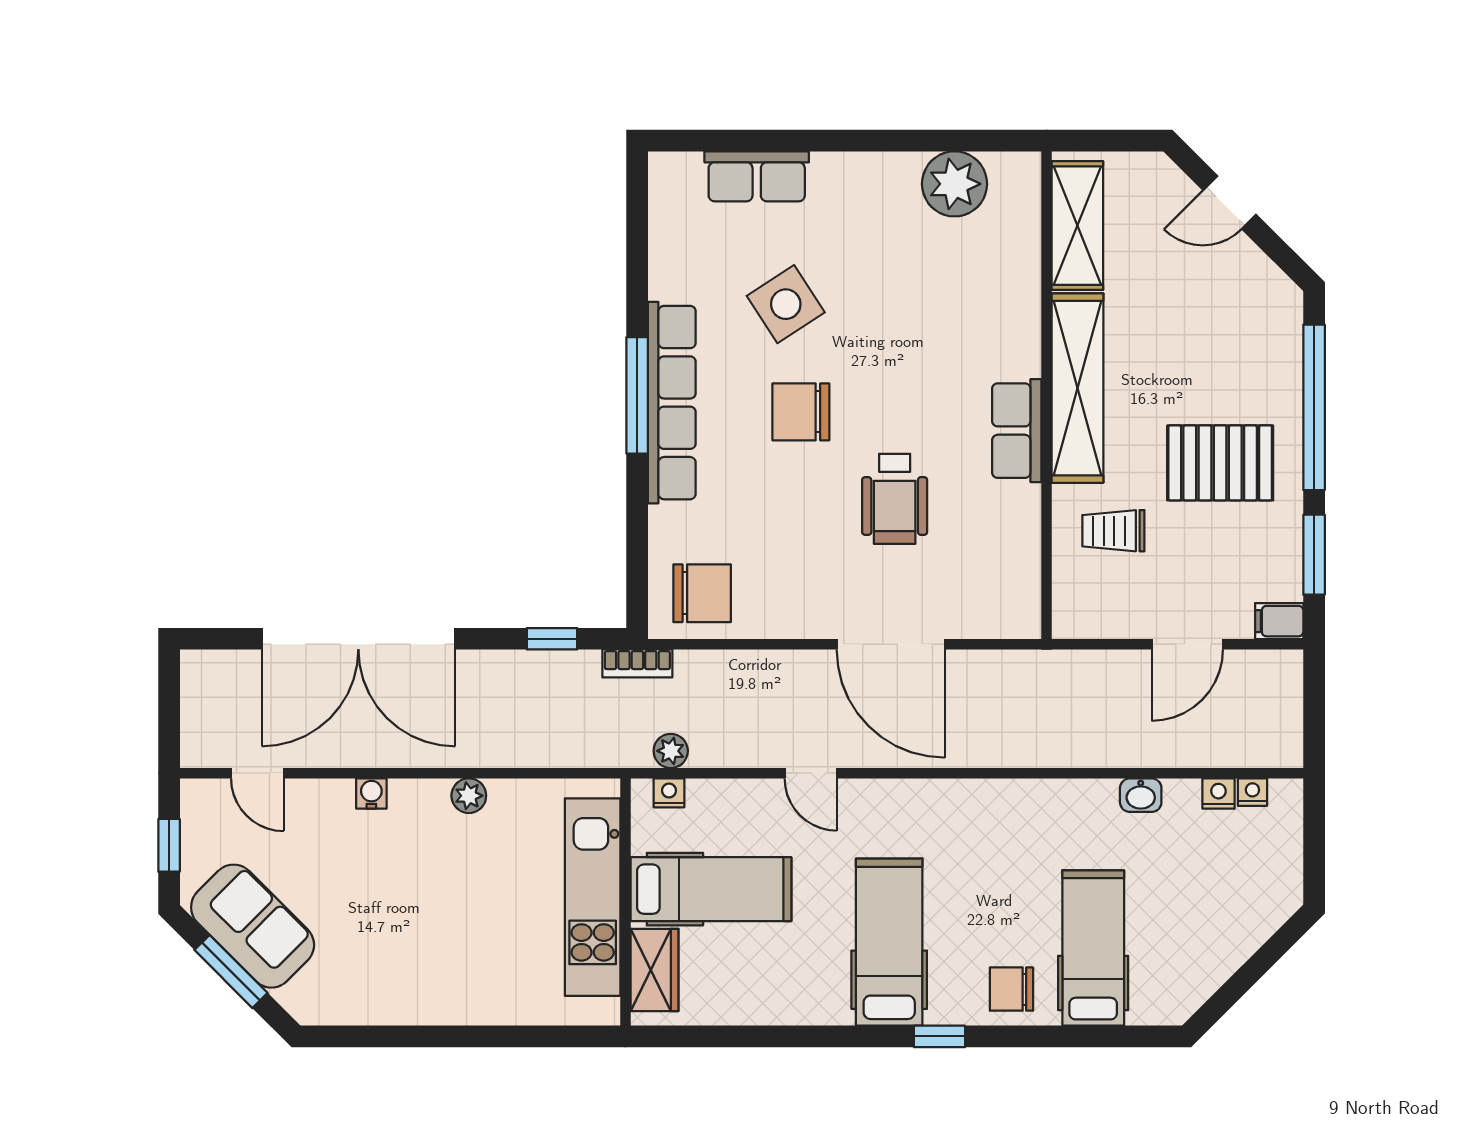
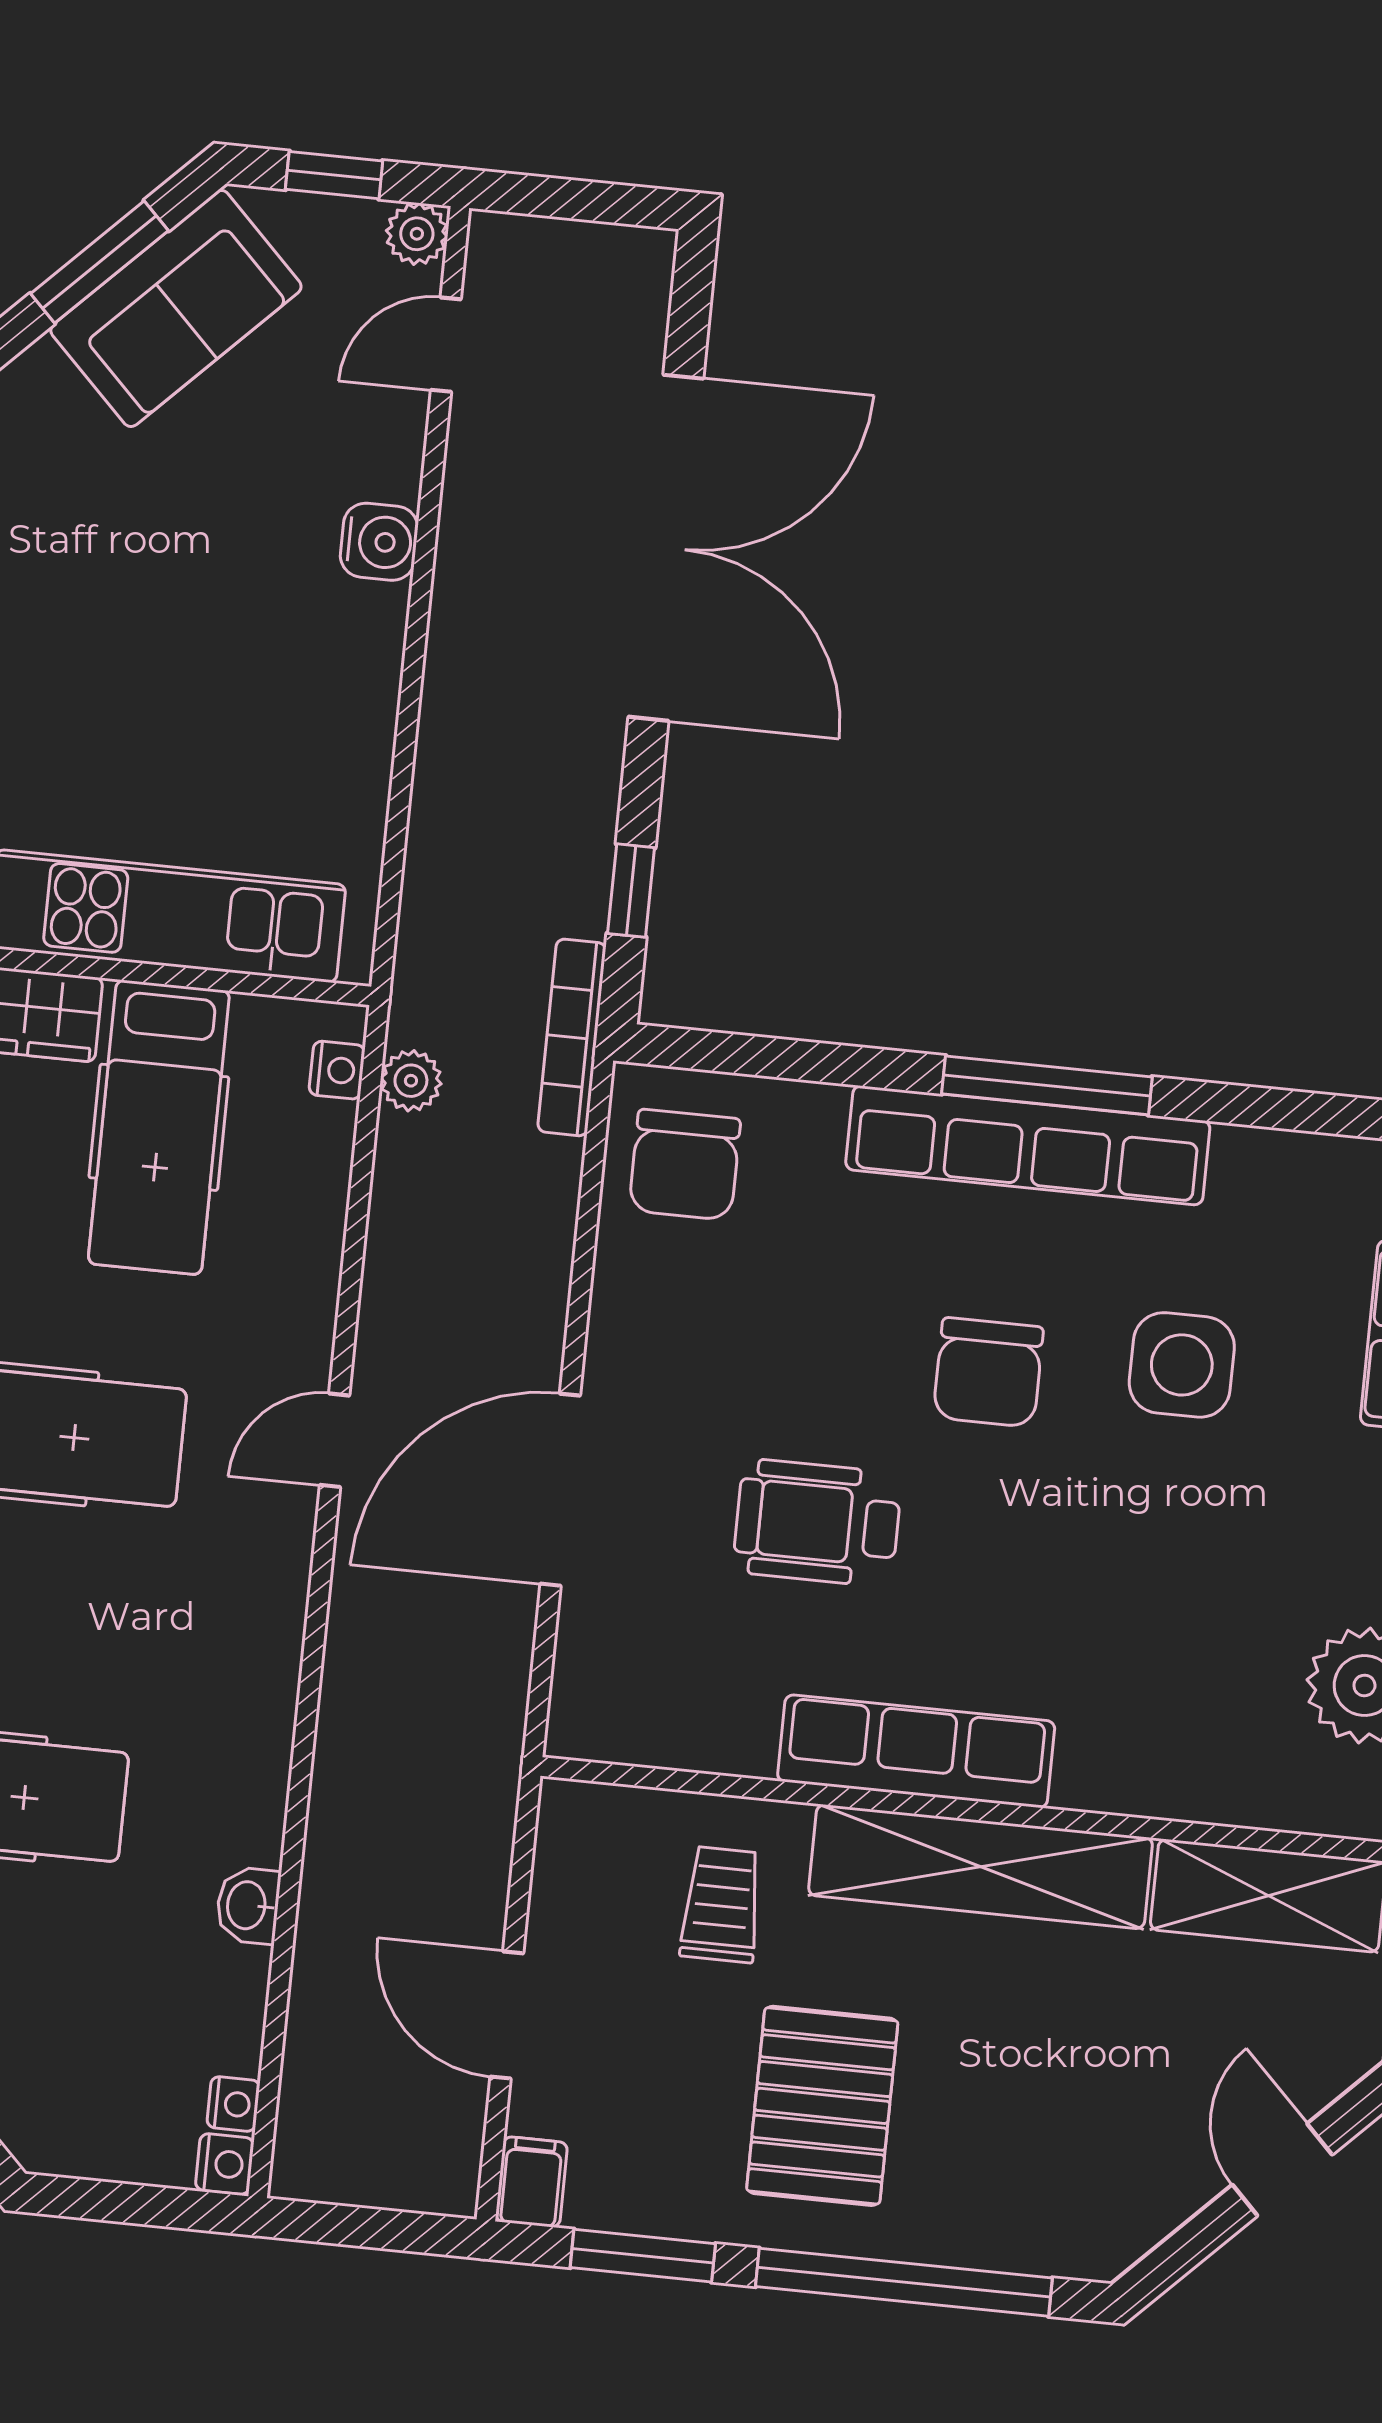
side table: (786, 304) -> (1182, 1365), turned 33
chair: (801, 412) -> (988, 1372), turned 180
row of seats: (1017, 431) -> (916, 1751), width x1.48
double door: (358, 639) -> (666, 548), swing flipped
bookcase: (637, 663) -> (572, 1037), width x1.56
door: (811, 773) -> (335, 1440), moved
water cooler: (371, 793) -> (379, 542), width x1.38, depth x1.38
nightstand: (1218, 793) -> (225, 2164), moved
plant: (469, 796) -> (417, 234), moved

